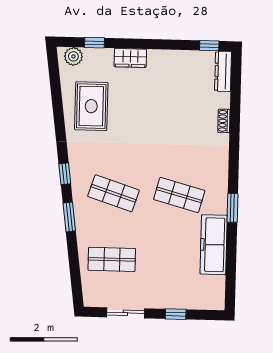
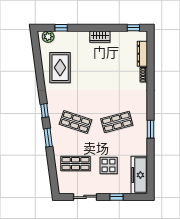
wardrobe: (130, 58) -> (100, 37), moved
dresser: (223, 71) -> (142, 54), moved
shop shelf: (179, 195) -> (117, 122), turned -30
freezer: (214, 245) -> (139, 175), moved
display table: (164, 264) -> (109, 165), added

